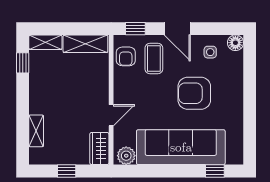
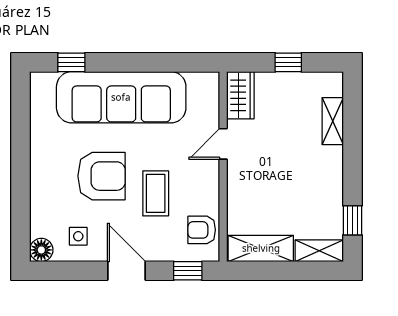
armchair: (126, 56) -> (202, 230), turned -90
coffee table: (154, 59) -> (156, 193), moved
plant: (126, 156) -> (201, 85), removed

